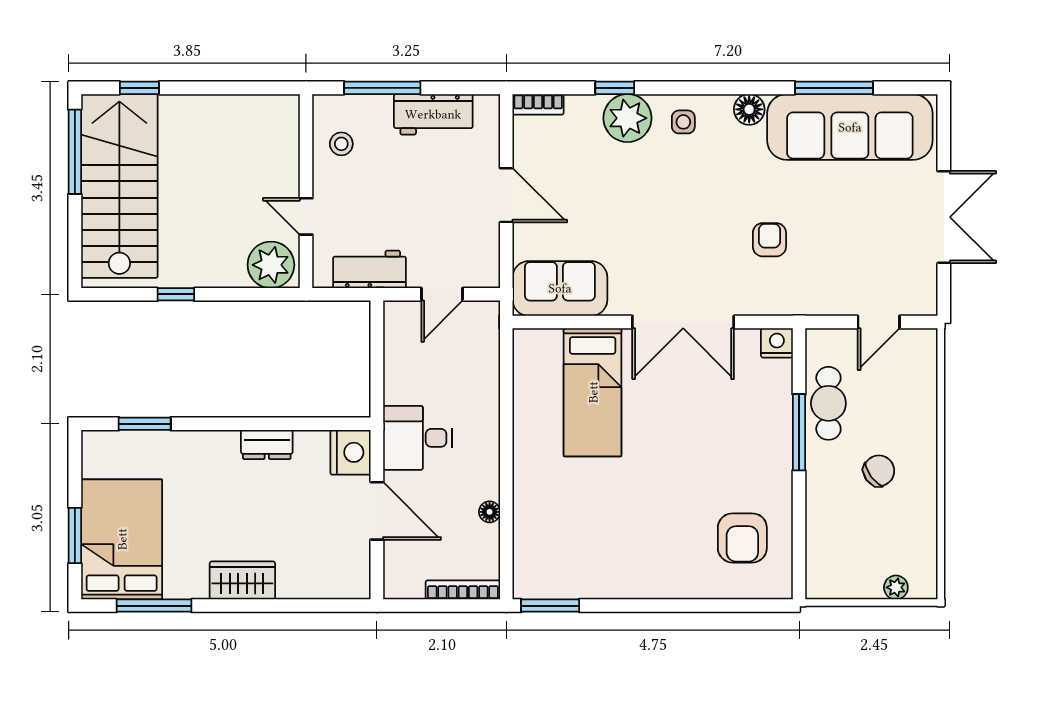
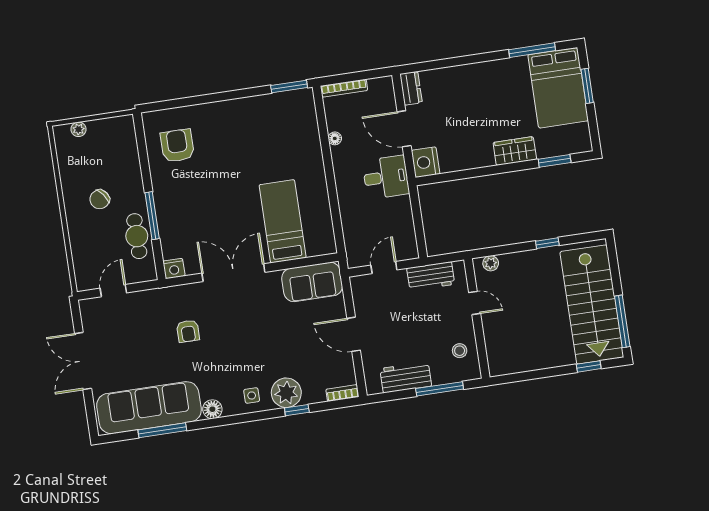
plant: (271, 265) -> (491, 263), width x0.53, depth x0.53
dresser: (267, 444) -> (411, 88), moved, turned 90
wardrobe: (242, 580) -> (515, 151), moved, turned 180

